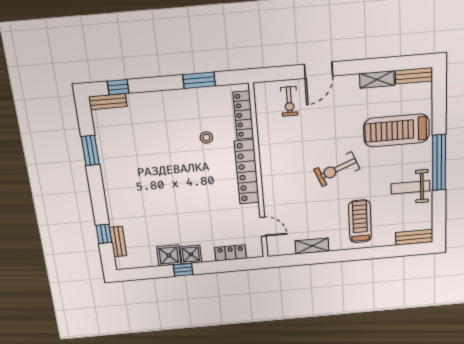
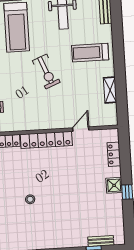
stool: (206, 137) -> (30, 199), moved
door: (263, 227) -> (81, 129), moved
shower: (169, 255) -> (114, 203), removed

